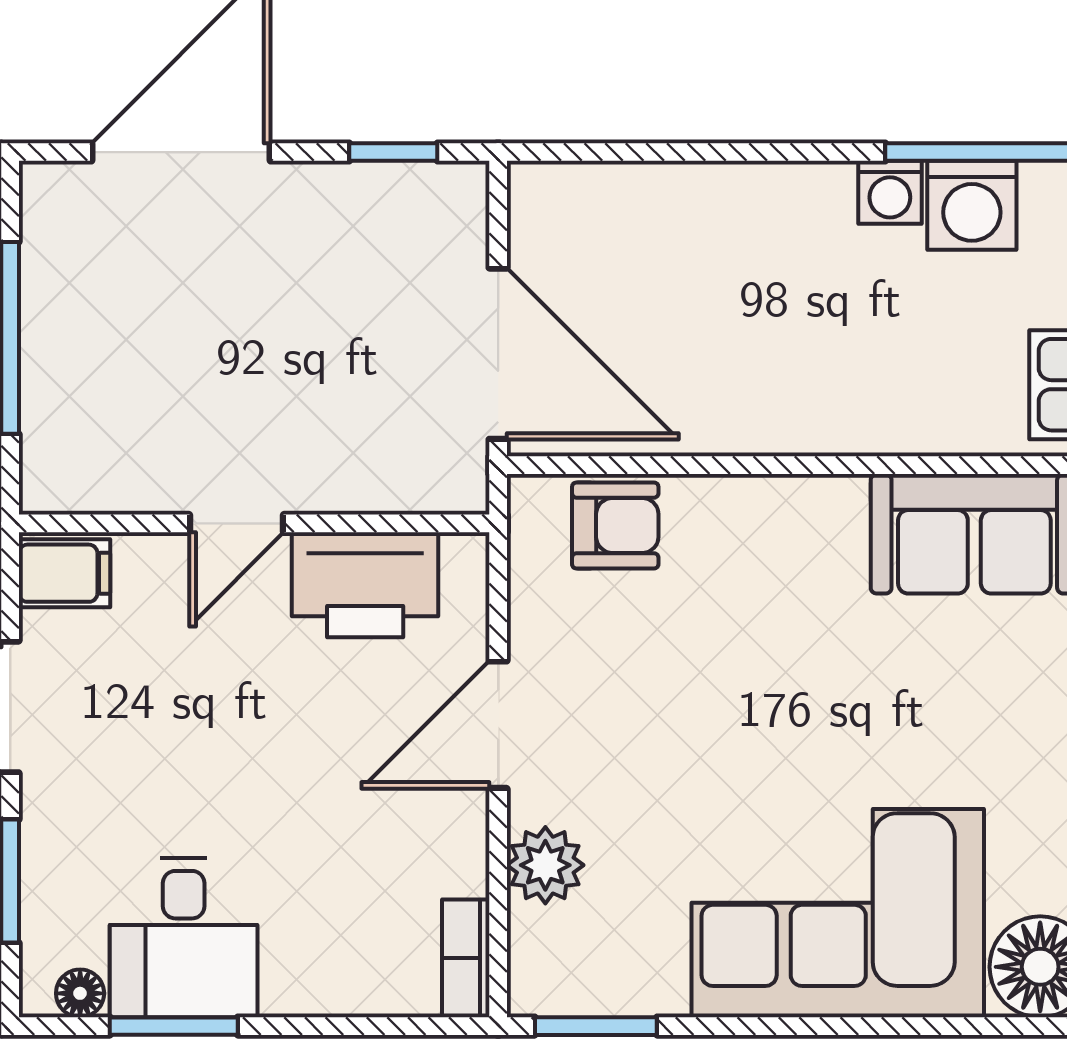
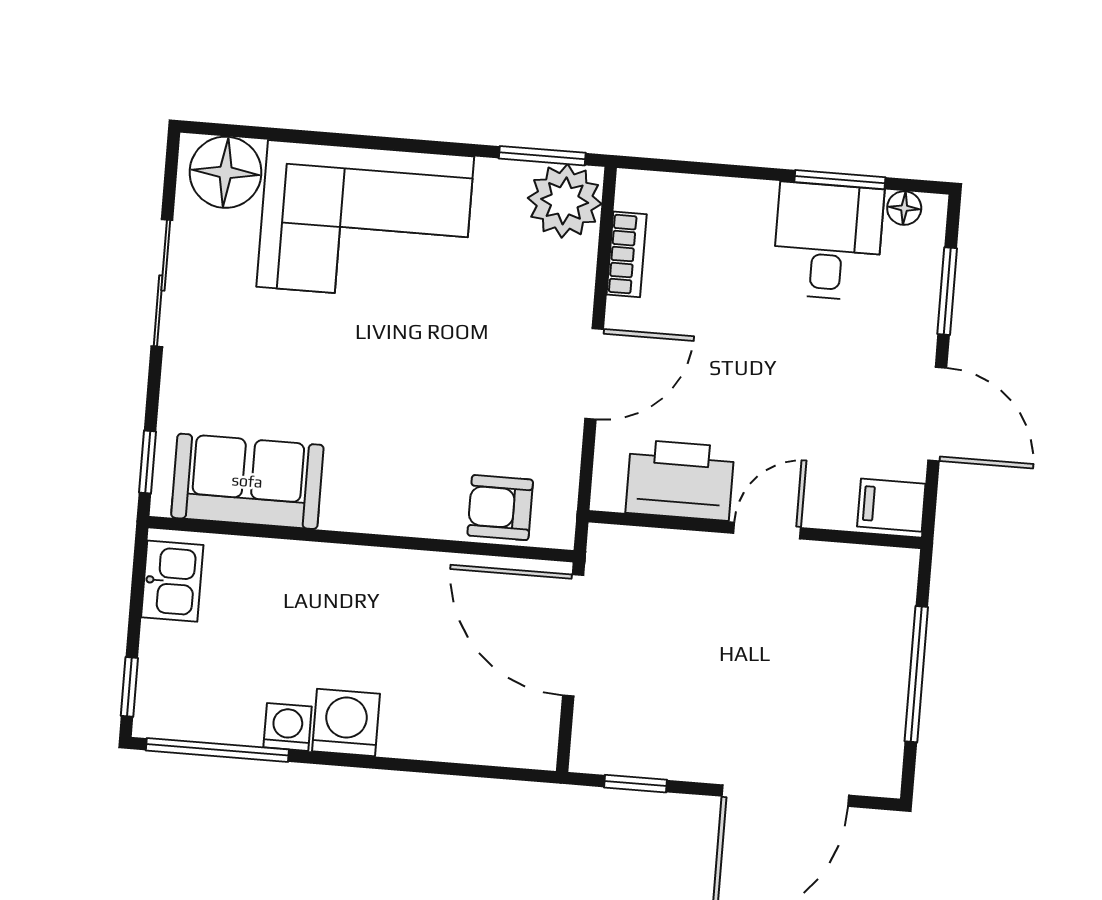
washing machine: (972, 205) -> (346, 723), moved
plant: (545, 865) -> (565, 201), moved, width x1.36, depth x1.36
bookcase: (466, 958) -> (627, 254), moved

